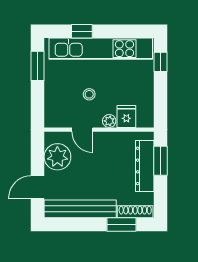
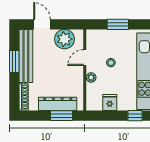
window: (38, 66) -> (118, 24), moved
fridge: (126, 116) -> (110, 102), moved, turned -90
window: (122, 224) -> (14, 61), moved

